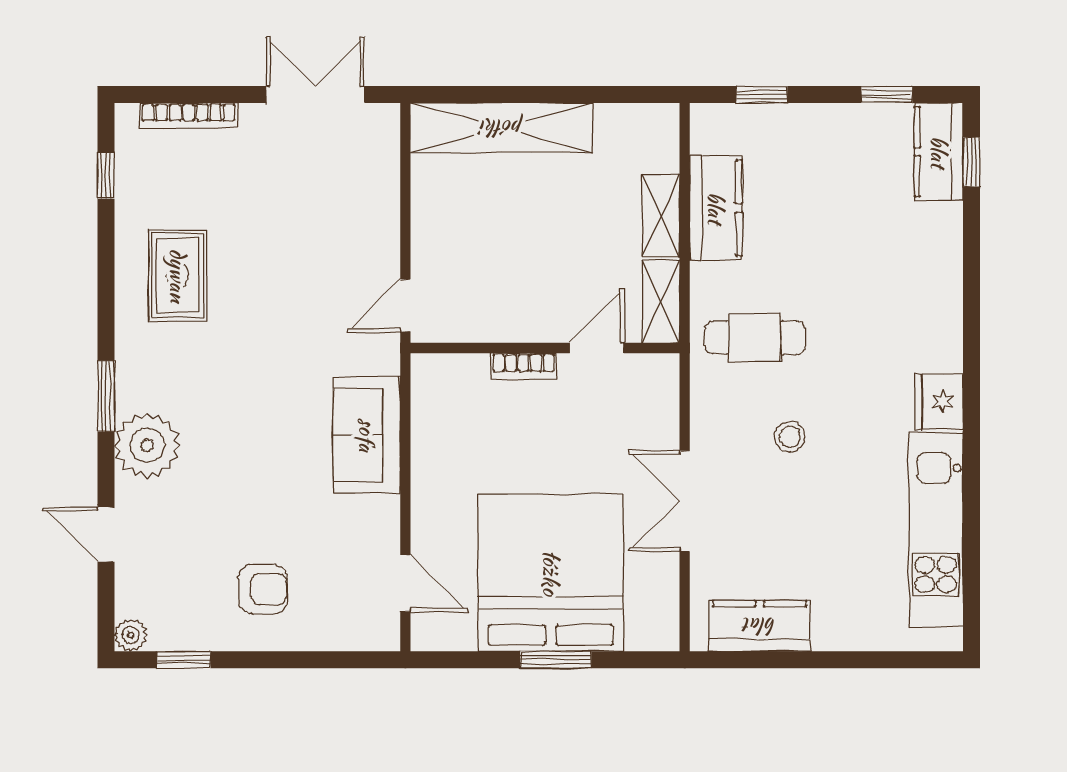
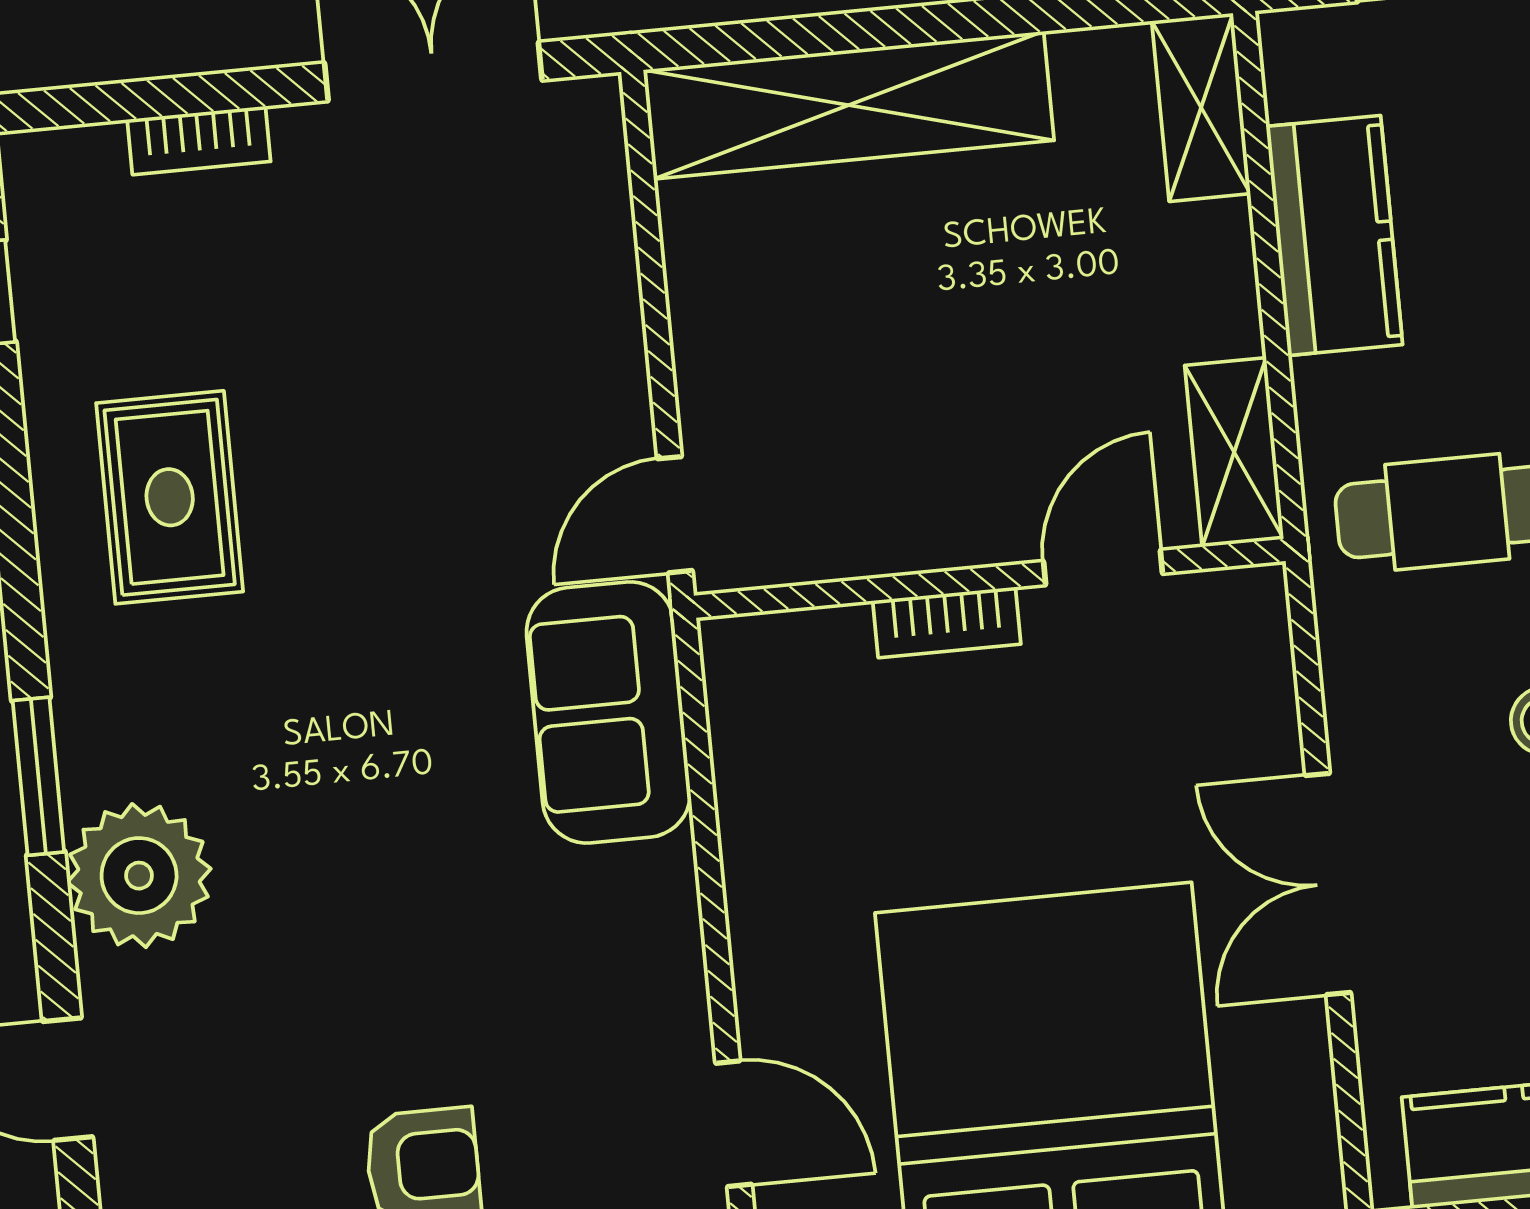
bookcase: (189, 116) -> (199, 140), width x0.64
shelving: (661, 216) -> (1201, 107), moved
sofa: (367, 435) -> (608, 712), moved

